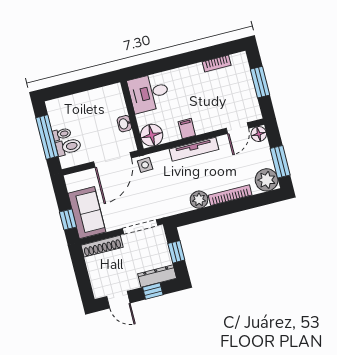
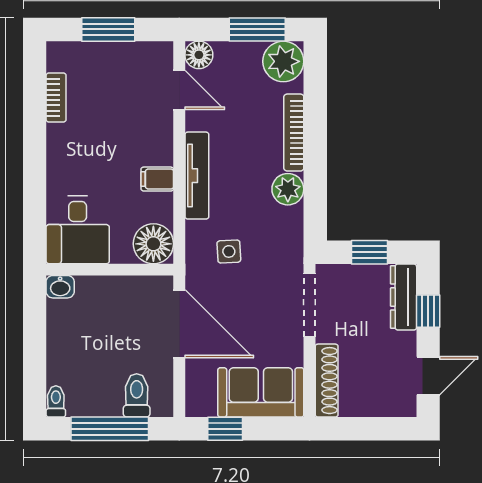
washbasin: (124, 124) -> (60, 287), moved
toilet: (62, 134) -> (56, 401), moved
side table: (145, 165) -> (229, 251), moved
window: (68, 220) -> (225, 429), moved

